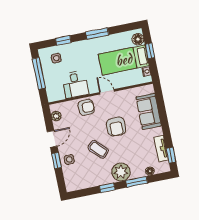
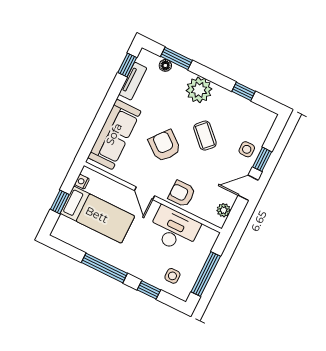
window: (97, 34) -> (104, 268), width x1.44
floor lamp: (138, 39) -> (63, 226), removed
desk: (75, 84) -> (174, 229), width x1.37
sofa: (149, 111) -> (114, 134), width x1.36
armchair: (116, 127) -> (165, 146), turned -51
window: (137, 182) -> (176, 58), moved
window: (107, 188) -> (244, 91), moved

